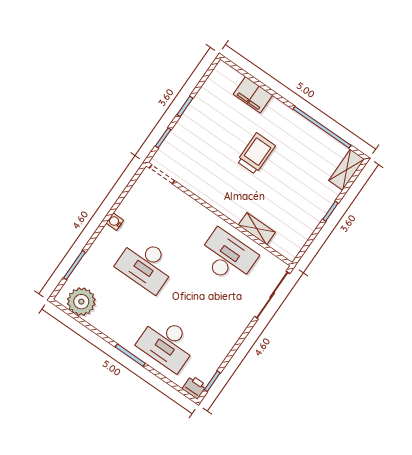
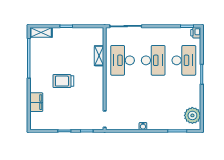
desk: (146, 265) -> (153, 60), moved

